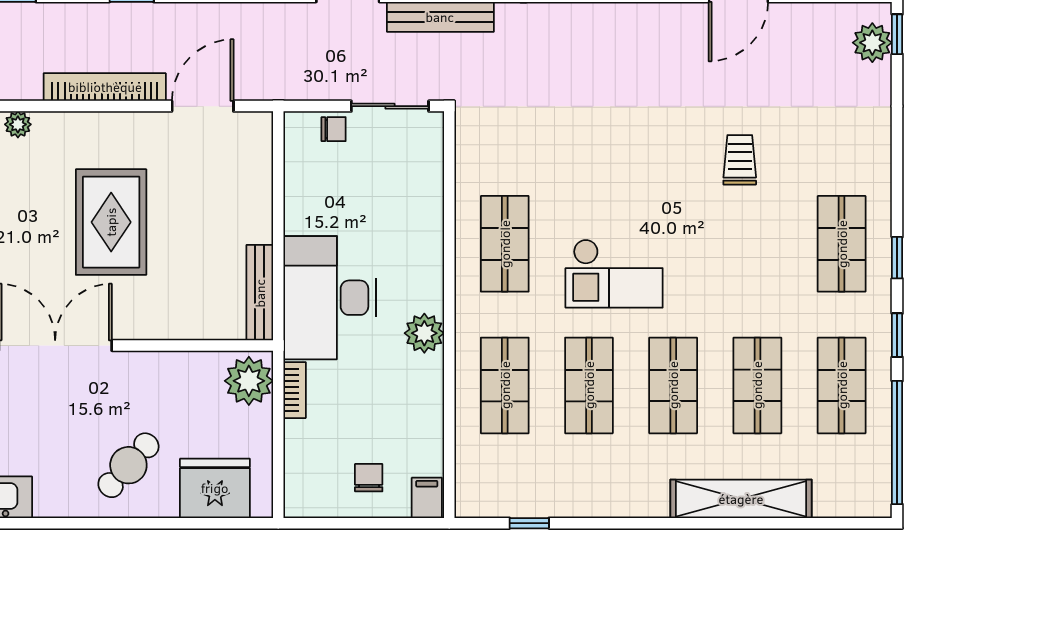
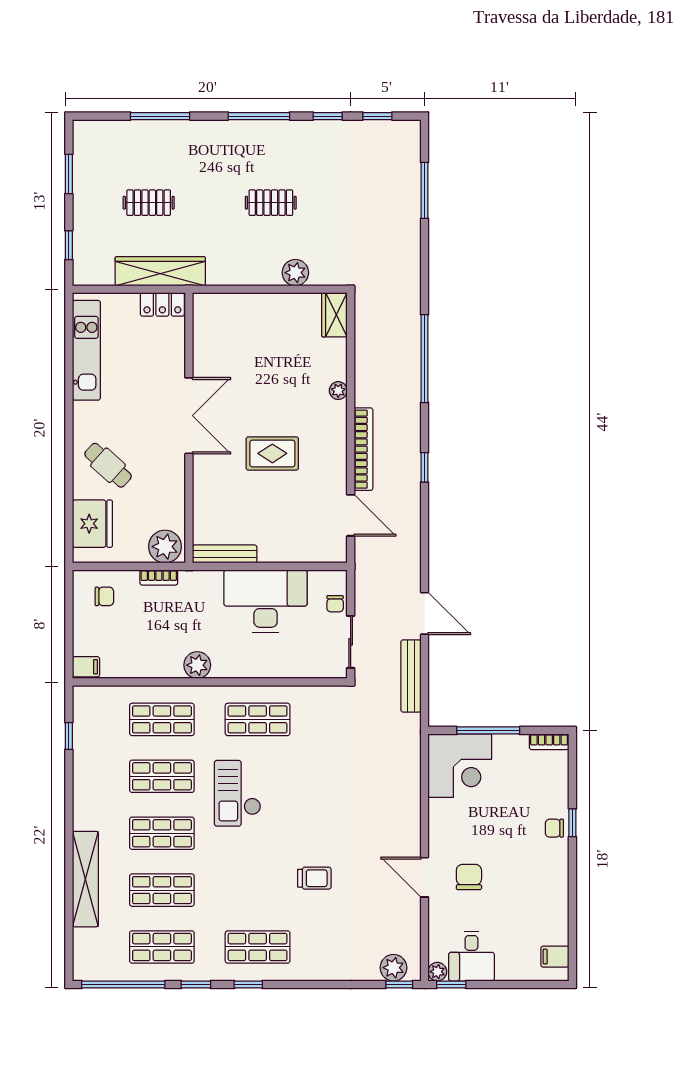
rug: (111, 222) -> (272, 453), width x0.73, depth x0.70
desk: (330, 298) -> (266, 601), moved
chair: (369, 478) -> (104, 596), moved

